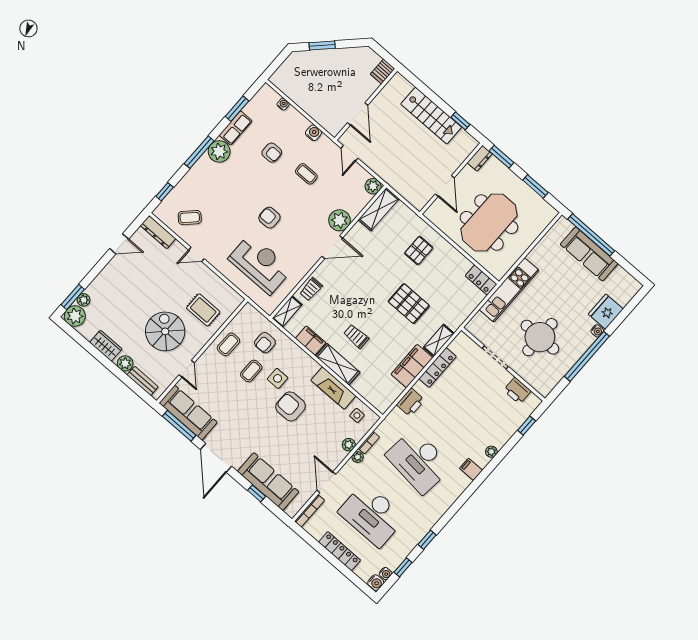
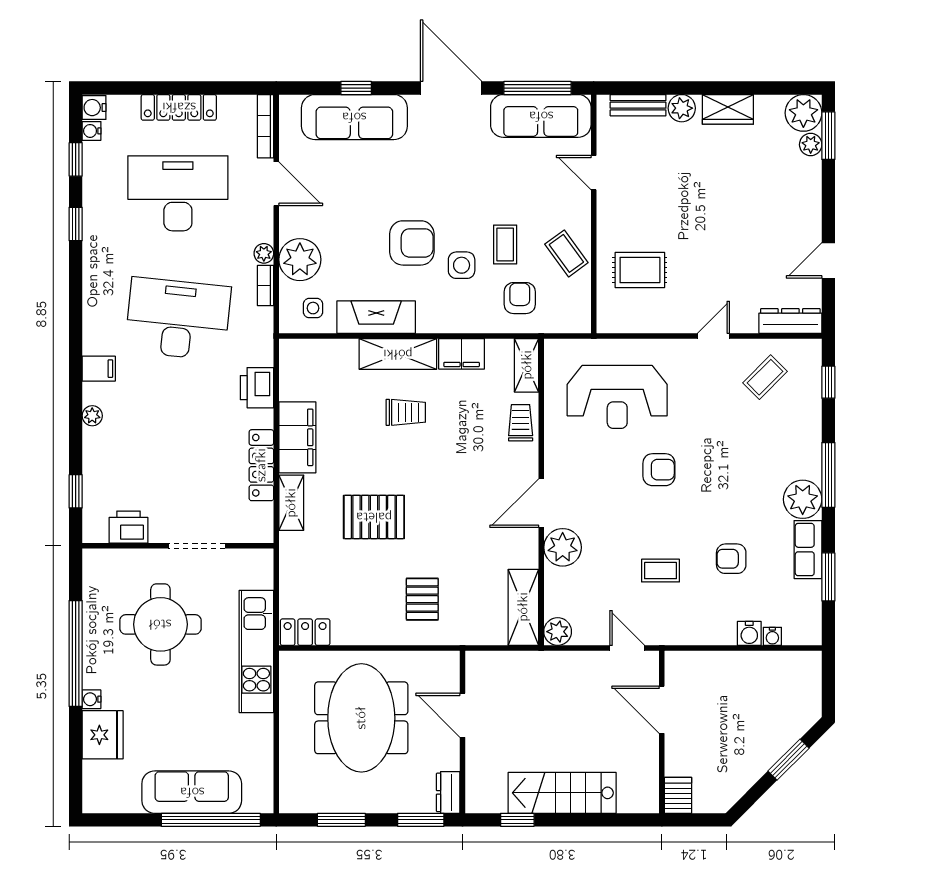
water cooler: (313, 133) -> (749, 633), moved
spiral stairs: (165, 331) -> (665, 197), removed
coffee table: (228, 344) -> (566, 253), turned -37
plant: (349, 445) -> (300, 260), width x1.88, depth x1.88

